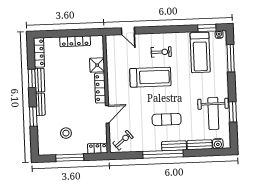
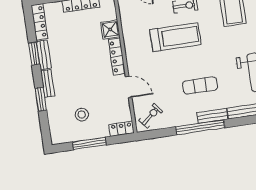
door: (107, 114) -> (129, 87), hinge flipped

